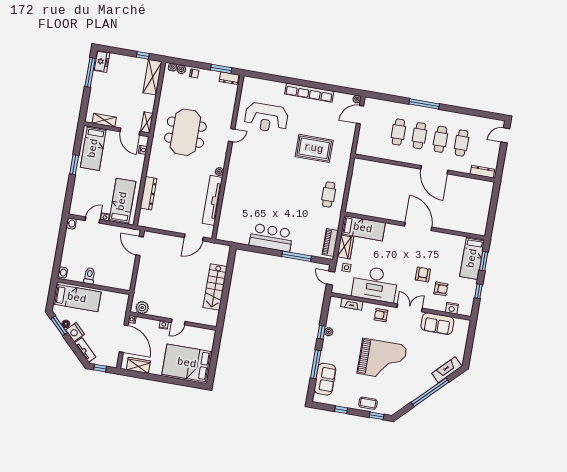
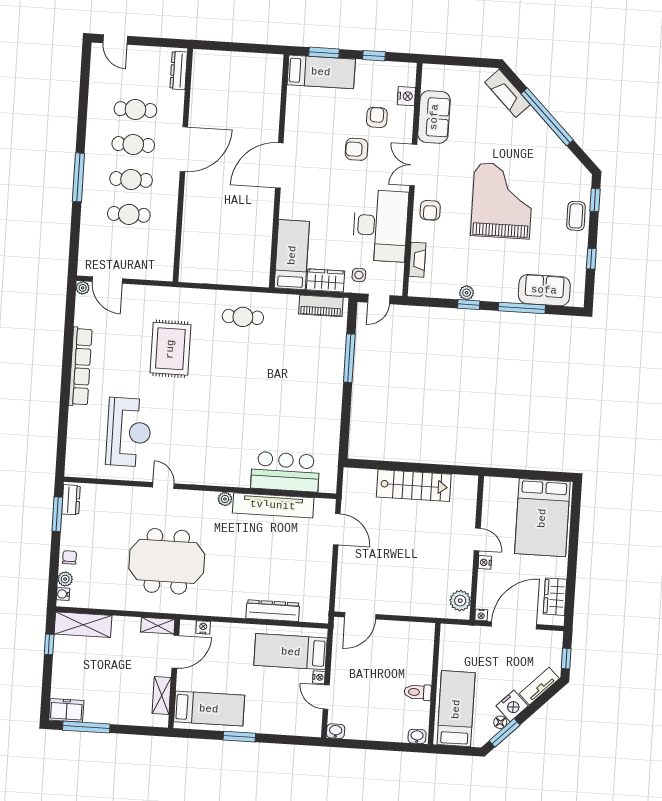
bar counter: (271, 238) -> (285, 472), moved, turned 90

